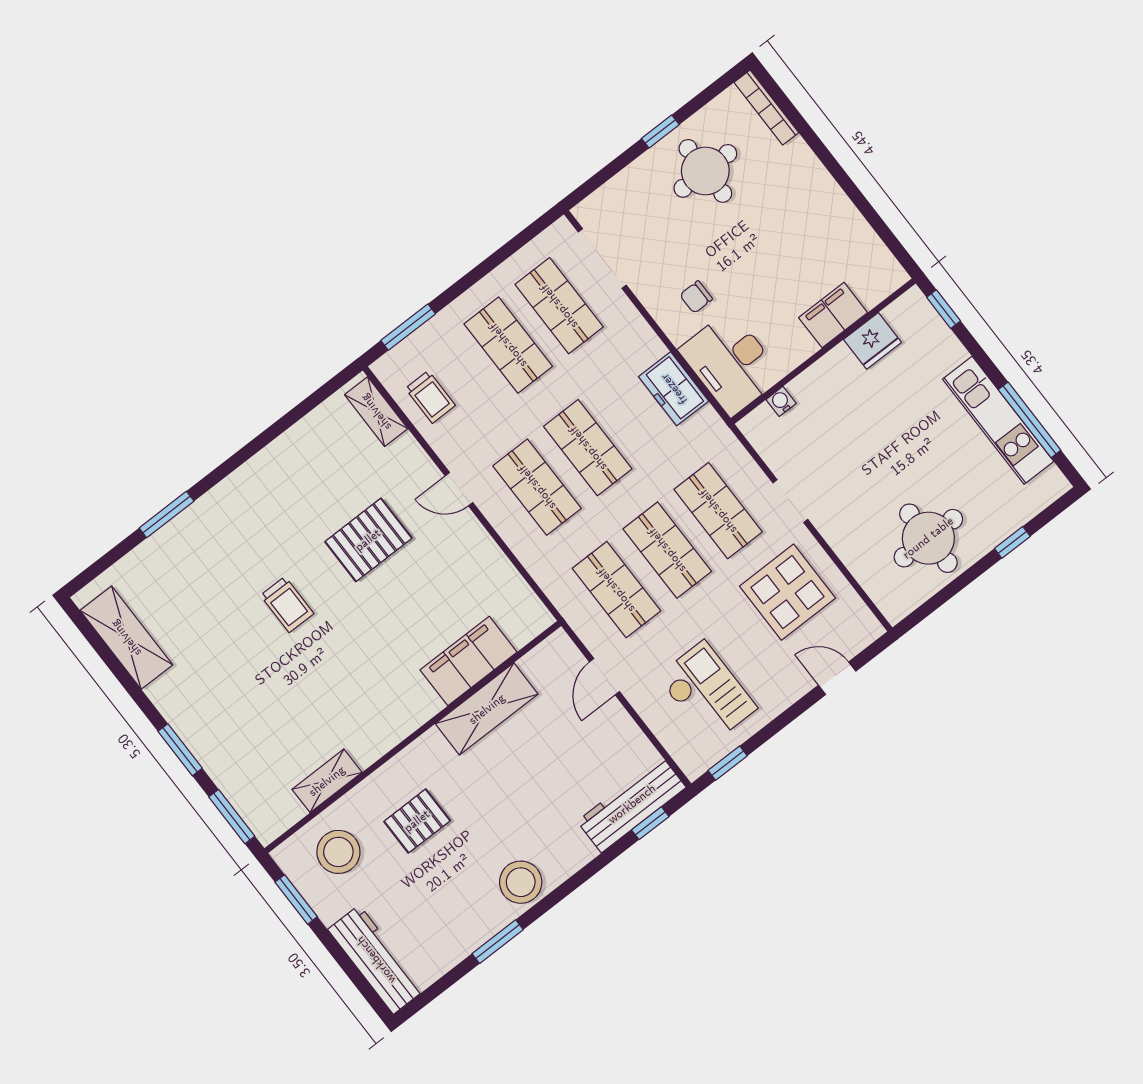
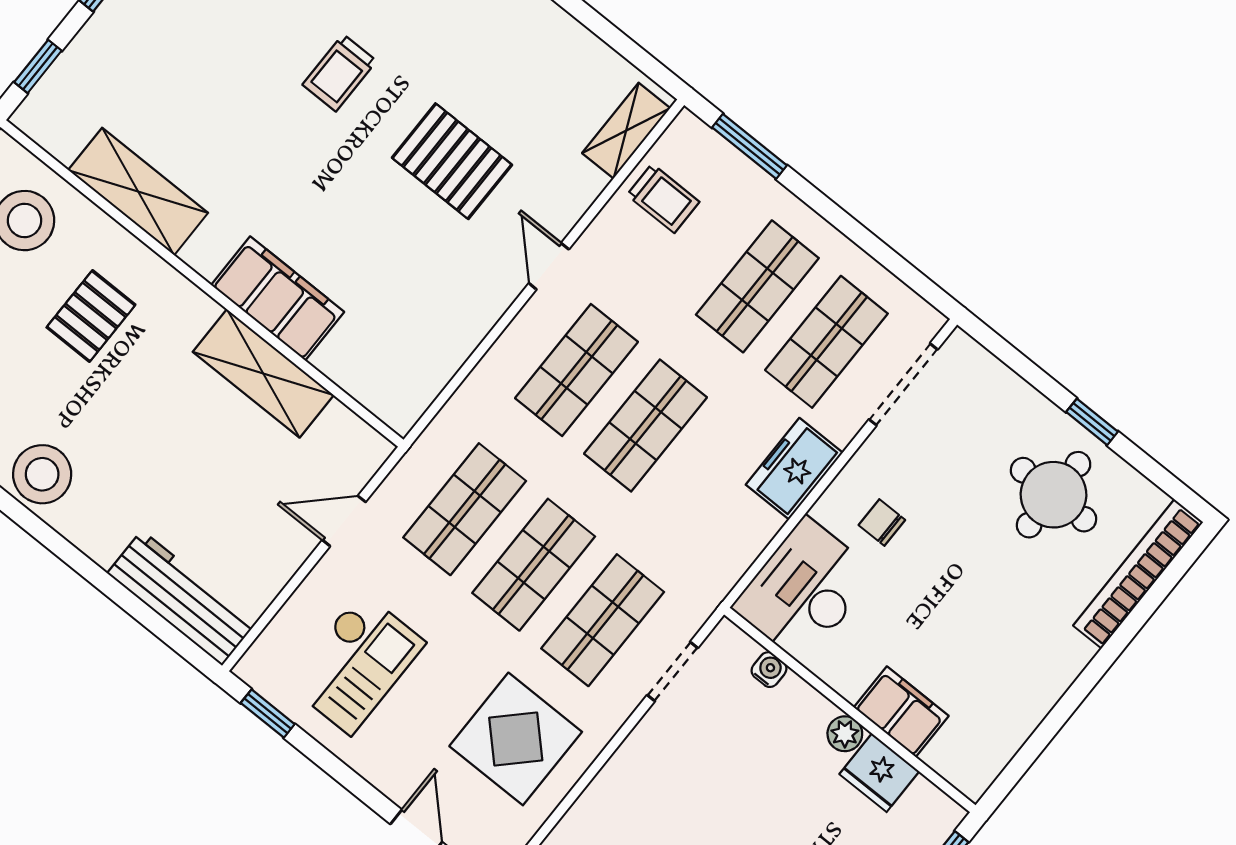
bookcase: (766, 108) -> (1138, 574), width x1.48, depth x1.31
plant: (839, 359) -> (845, 734), added
freezer: (674, 389) -> (794, 469), moved
trolley: (430, 397) -> (663, 198), turned -90
doorway: (790, 501) -> (673, 671), moved
filing cabinet: (469, 661) -> (278, 298), moved
shelving: (327, 781) -> (138, 191), width x1.50, depth x1.33
window: (232, 817) -> (38, 66), width x0.67
pallet: (417, 821) -> (91, 316), turned 90
window: (650, 823) -> (162, 629), removed

